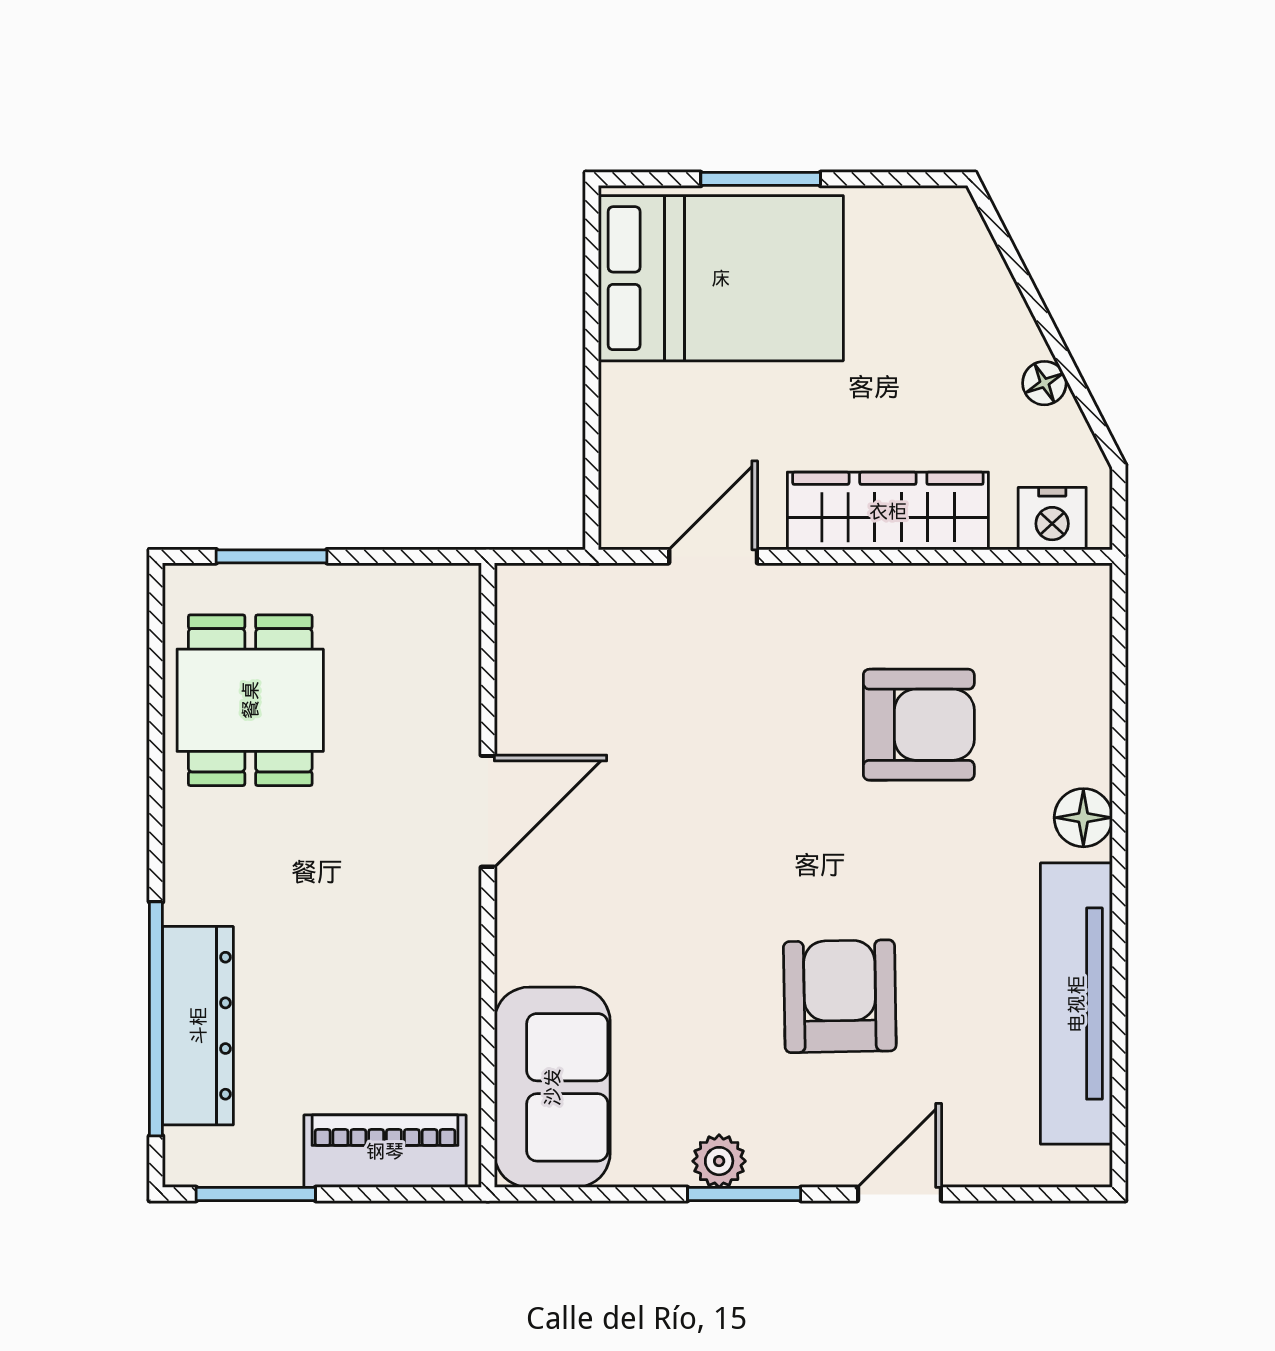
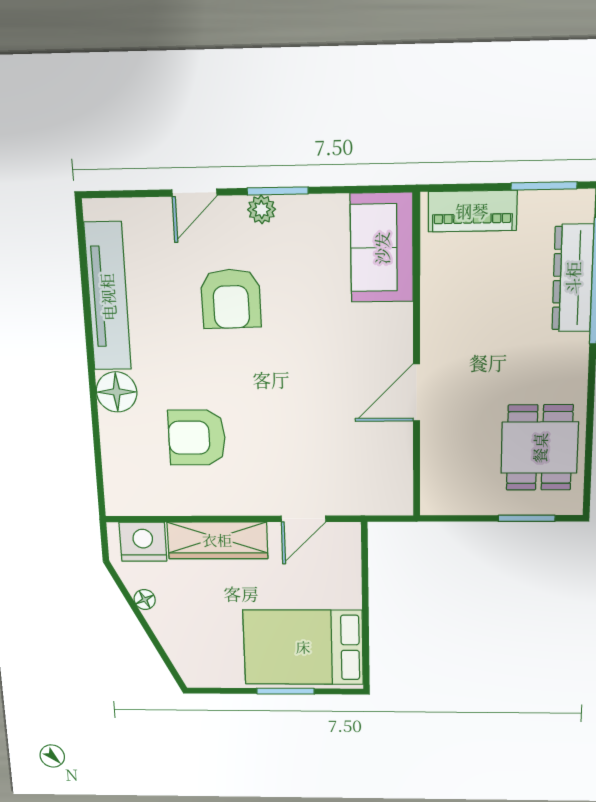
nightstand: (1052, 519) -> (143, 542), width x1.36, depth x1.33
floor lamp: (1083, 818) -> (117, 392), width x1.38, depth x1.38
plant: (719, 1161) -> (262, 209), moved

